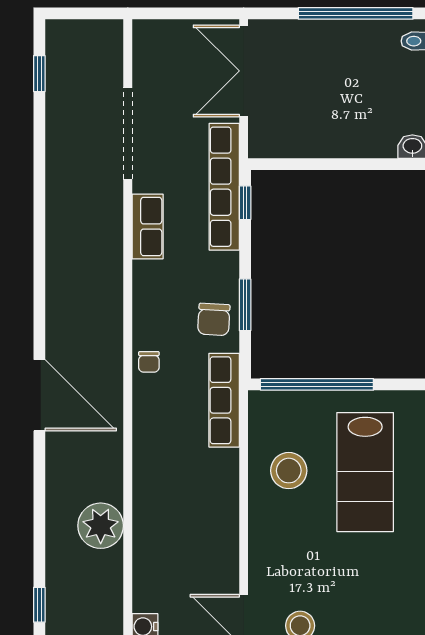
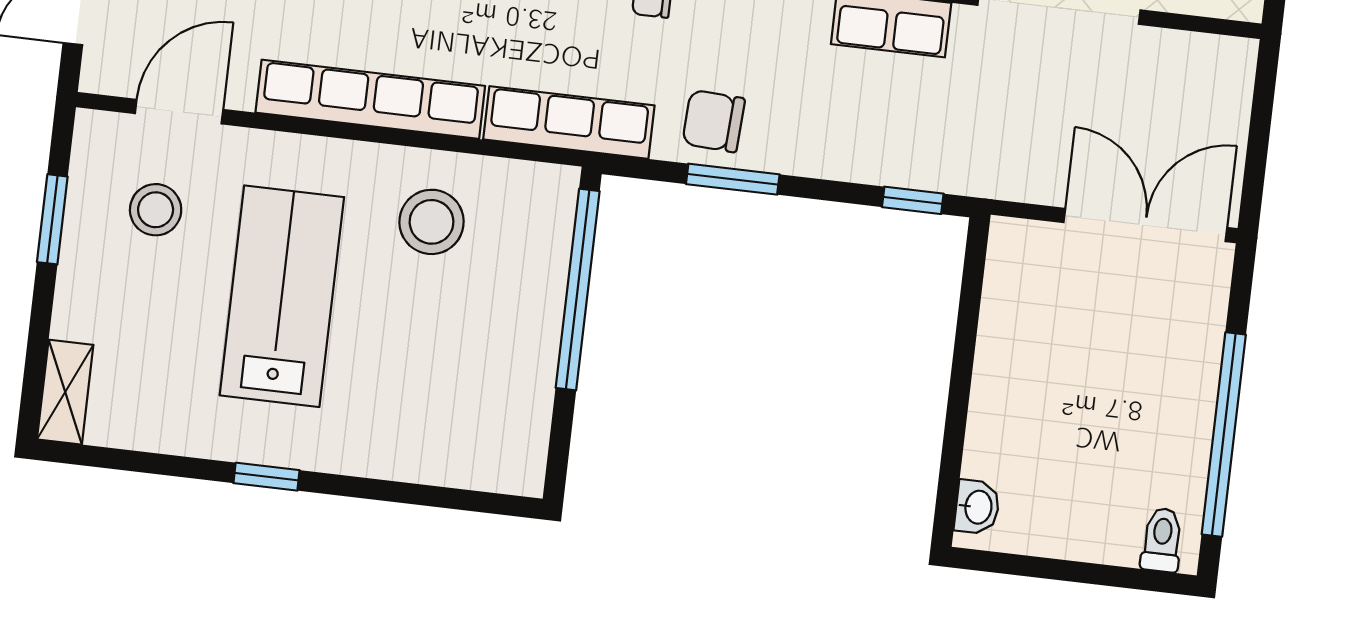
row of seats: (224, 187) -> (370, 99), moved
lab bench: (365, 472) -> (282, 296), moved, turned 90

